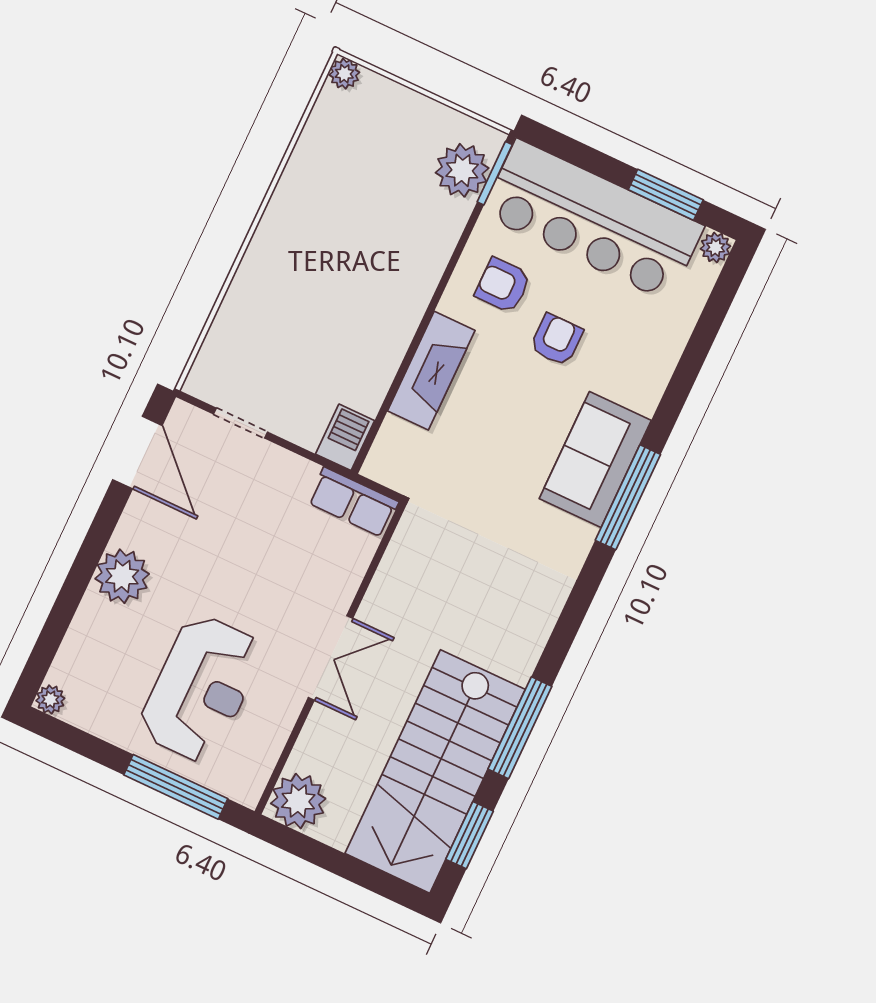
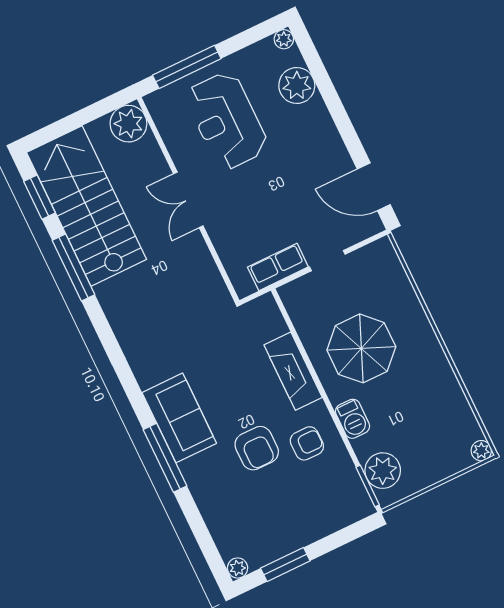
bar counter: (593, 220) -> (303, 517), removed
parasol: (339, 312) -> (361, 348), added
armchair: (556, 340) -> (257, 448), width x1.38, depth x1.38
doorway: (240, 423) -> (327, 261), moved
barbecue: (345, 437) -> (353, 419), moved
window: (628, 497) -> (165, 458), moved
row of seats: (353, 502) -> (278, 267), moved
plant: (122, 576) -> (297, 85), moved

